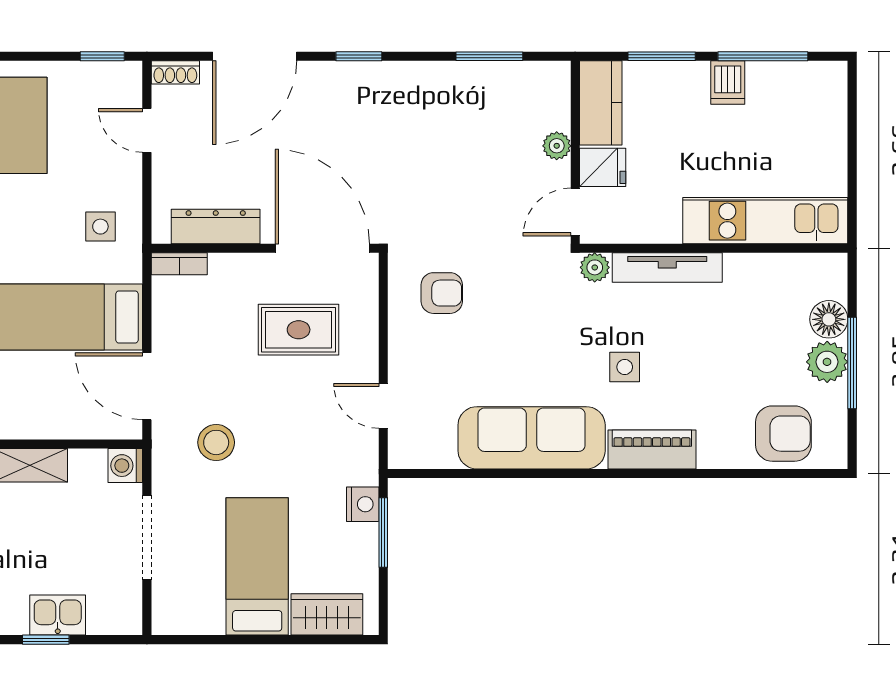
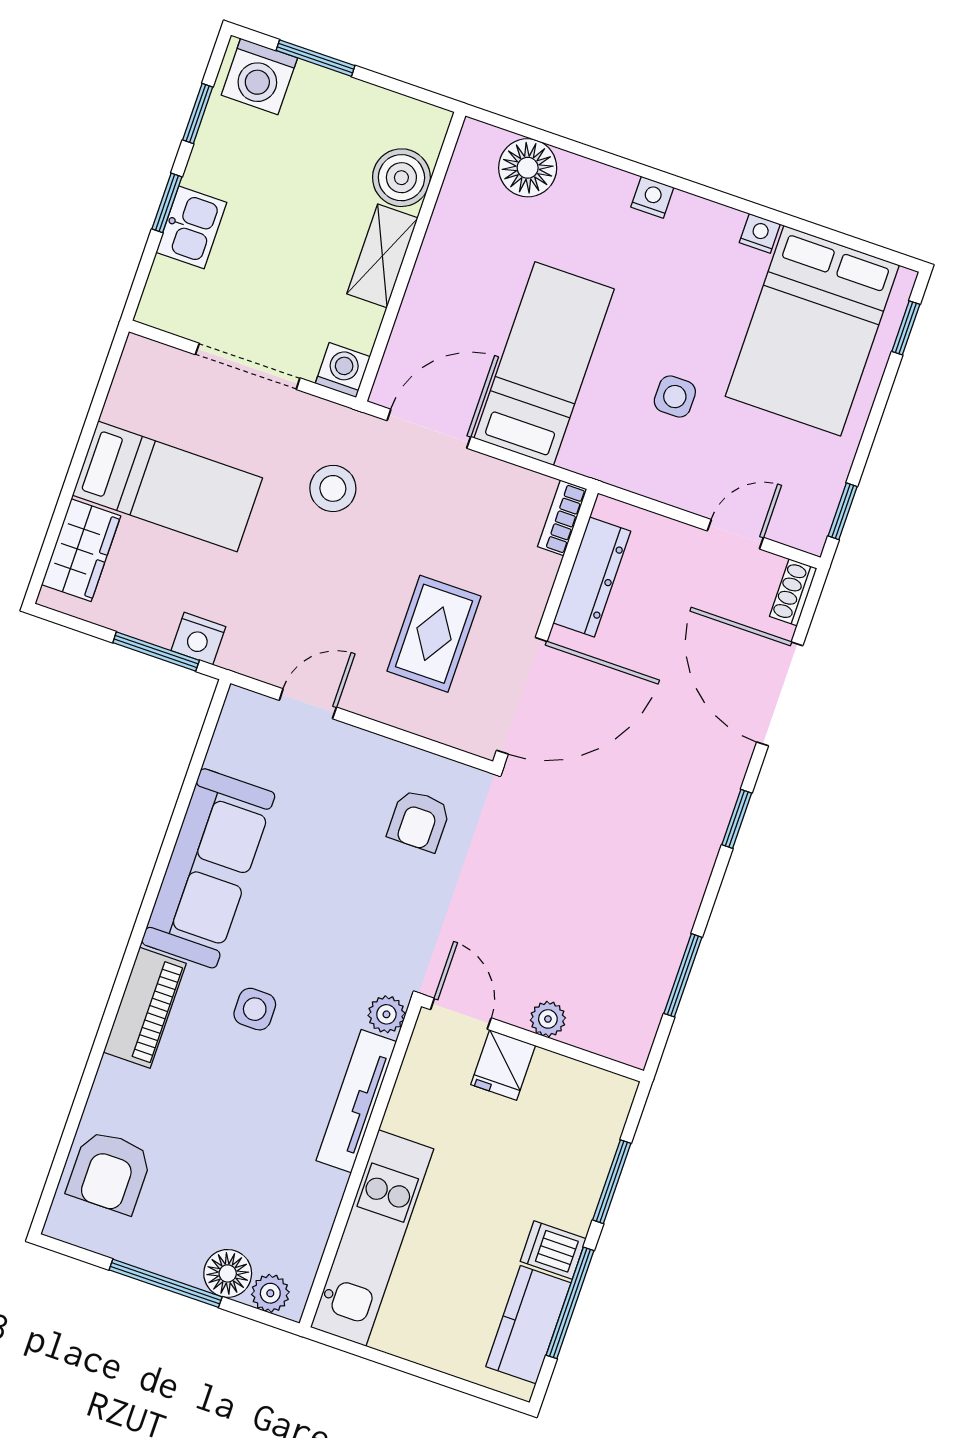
kitchen counter: (601, 103) -> (528, 1325), moved, turned 90
side table: (100, 227) -> (675, 397), moved
plant: (827, 362) -> (270, 1293), moved, width x0.73, depth x0.73

